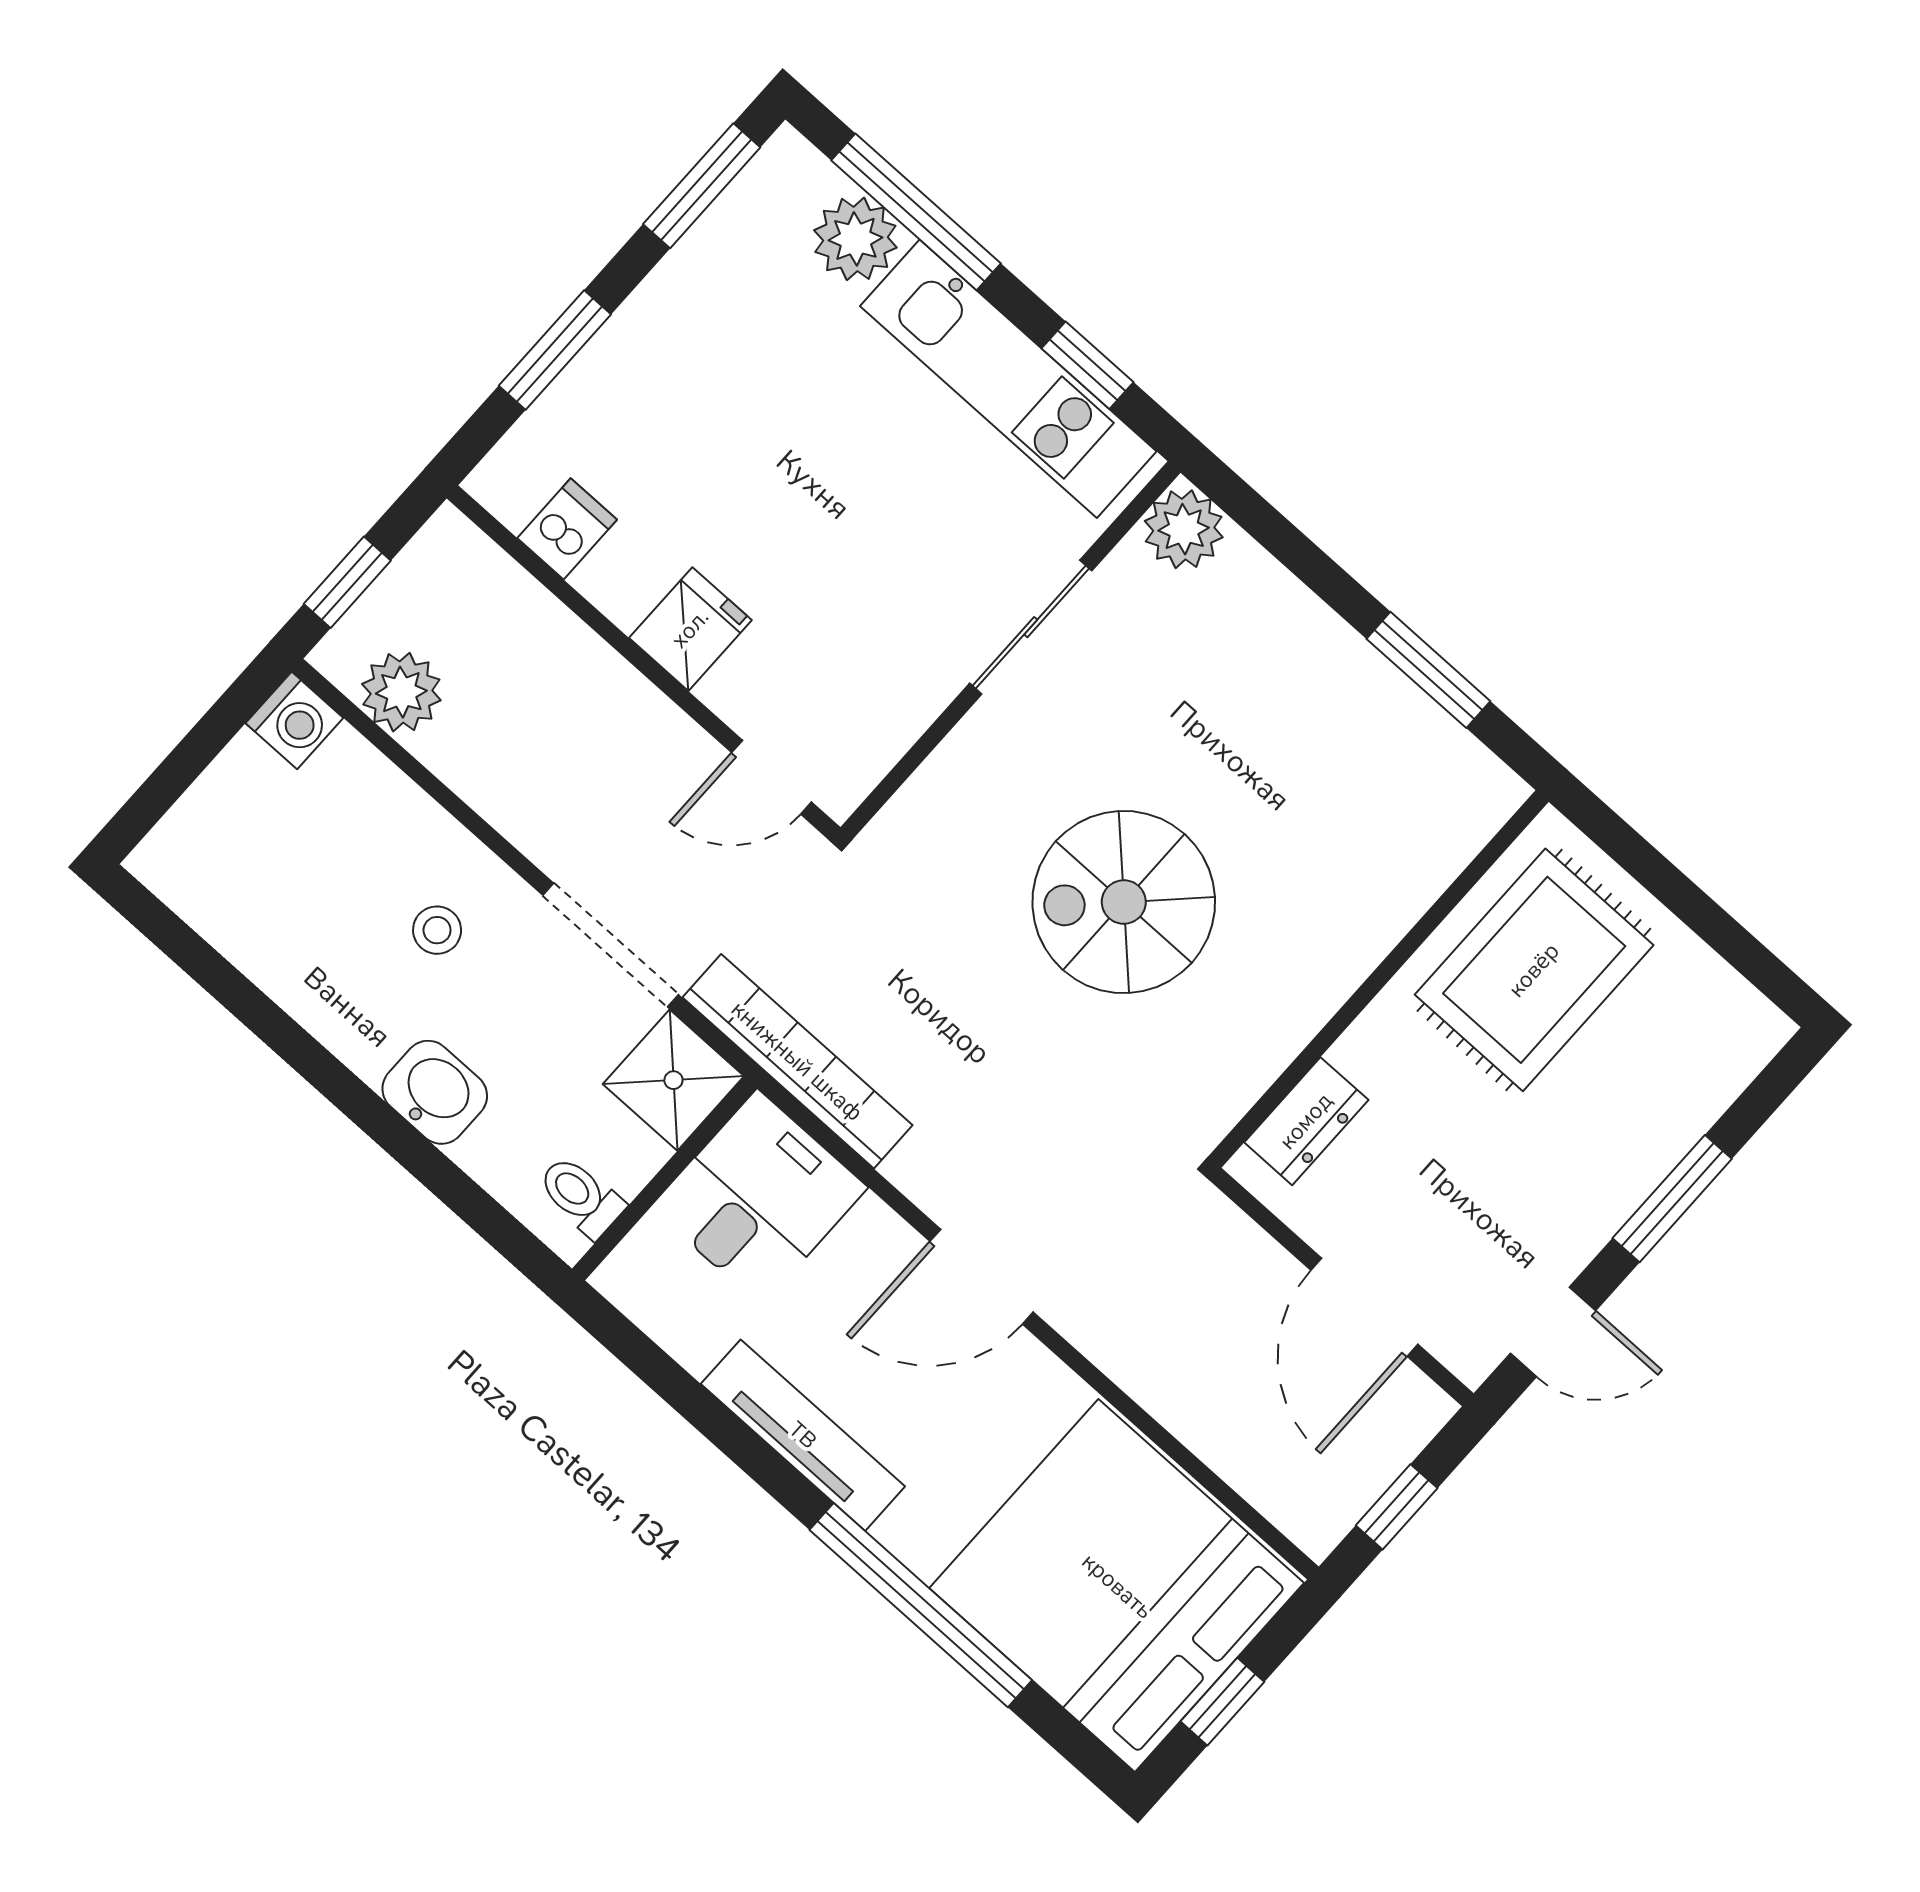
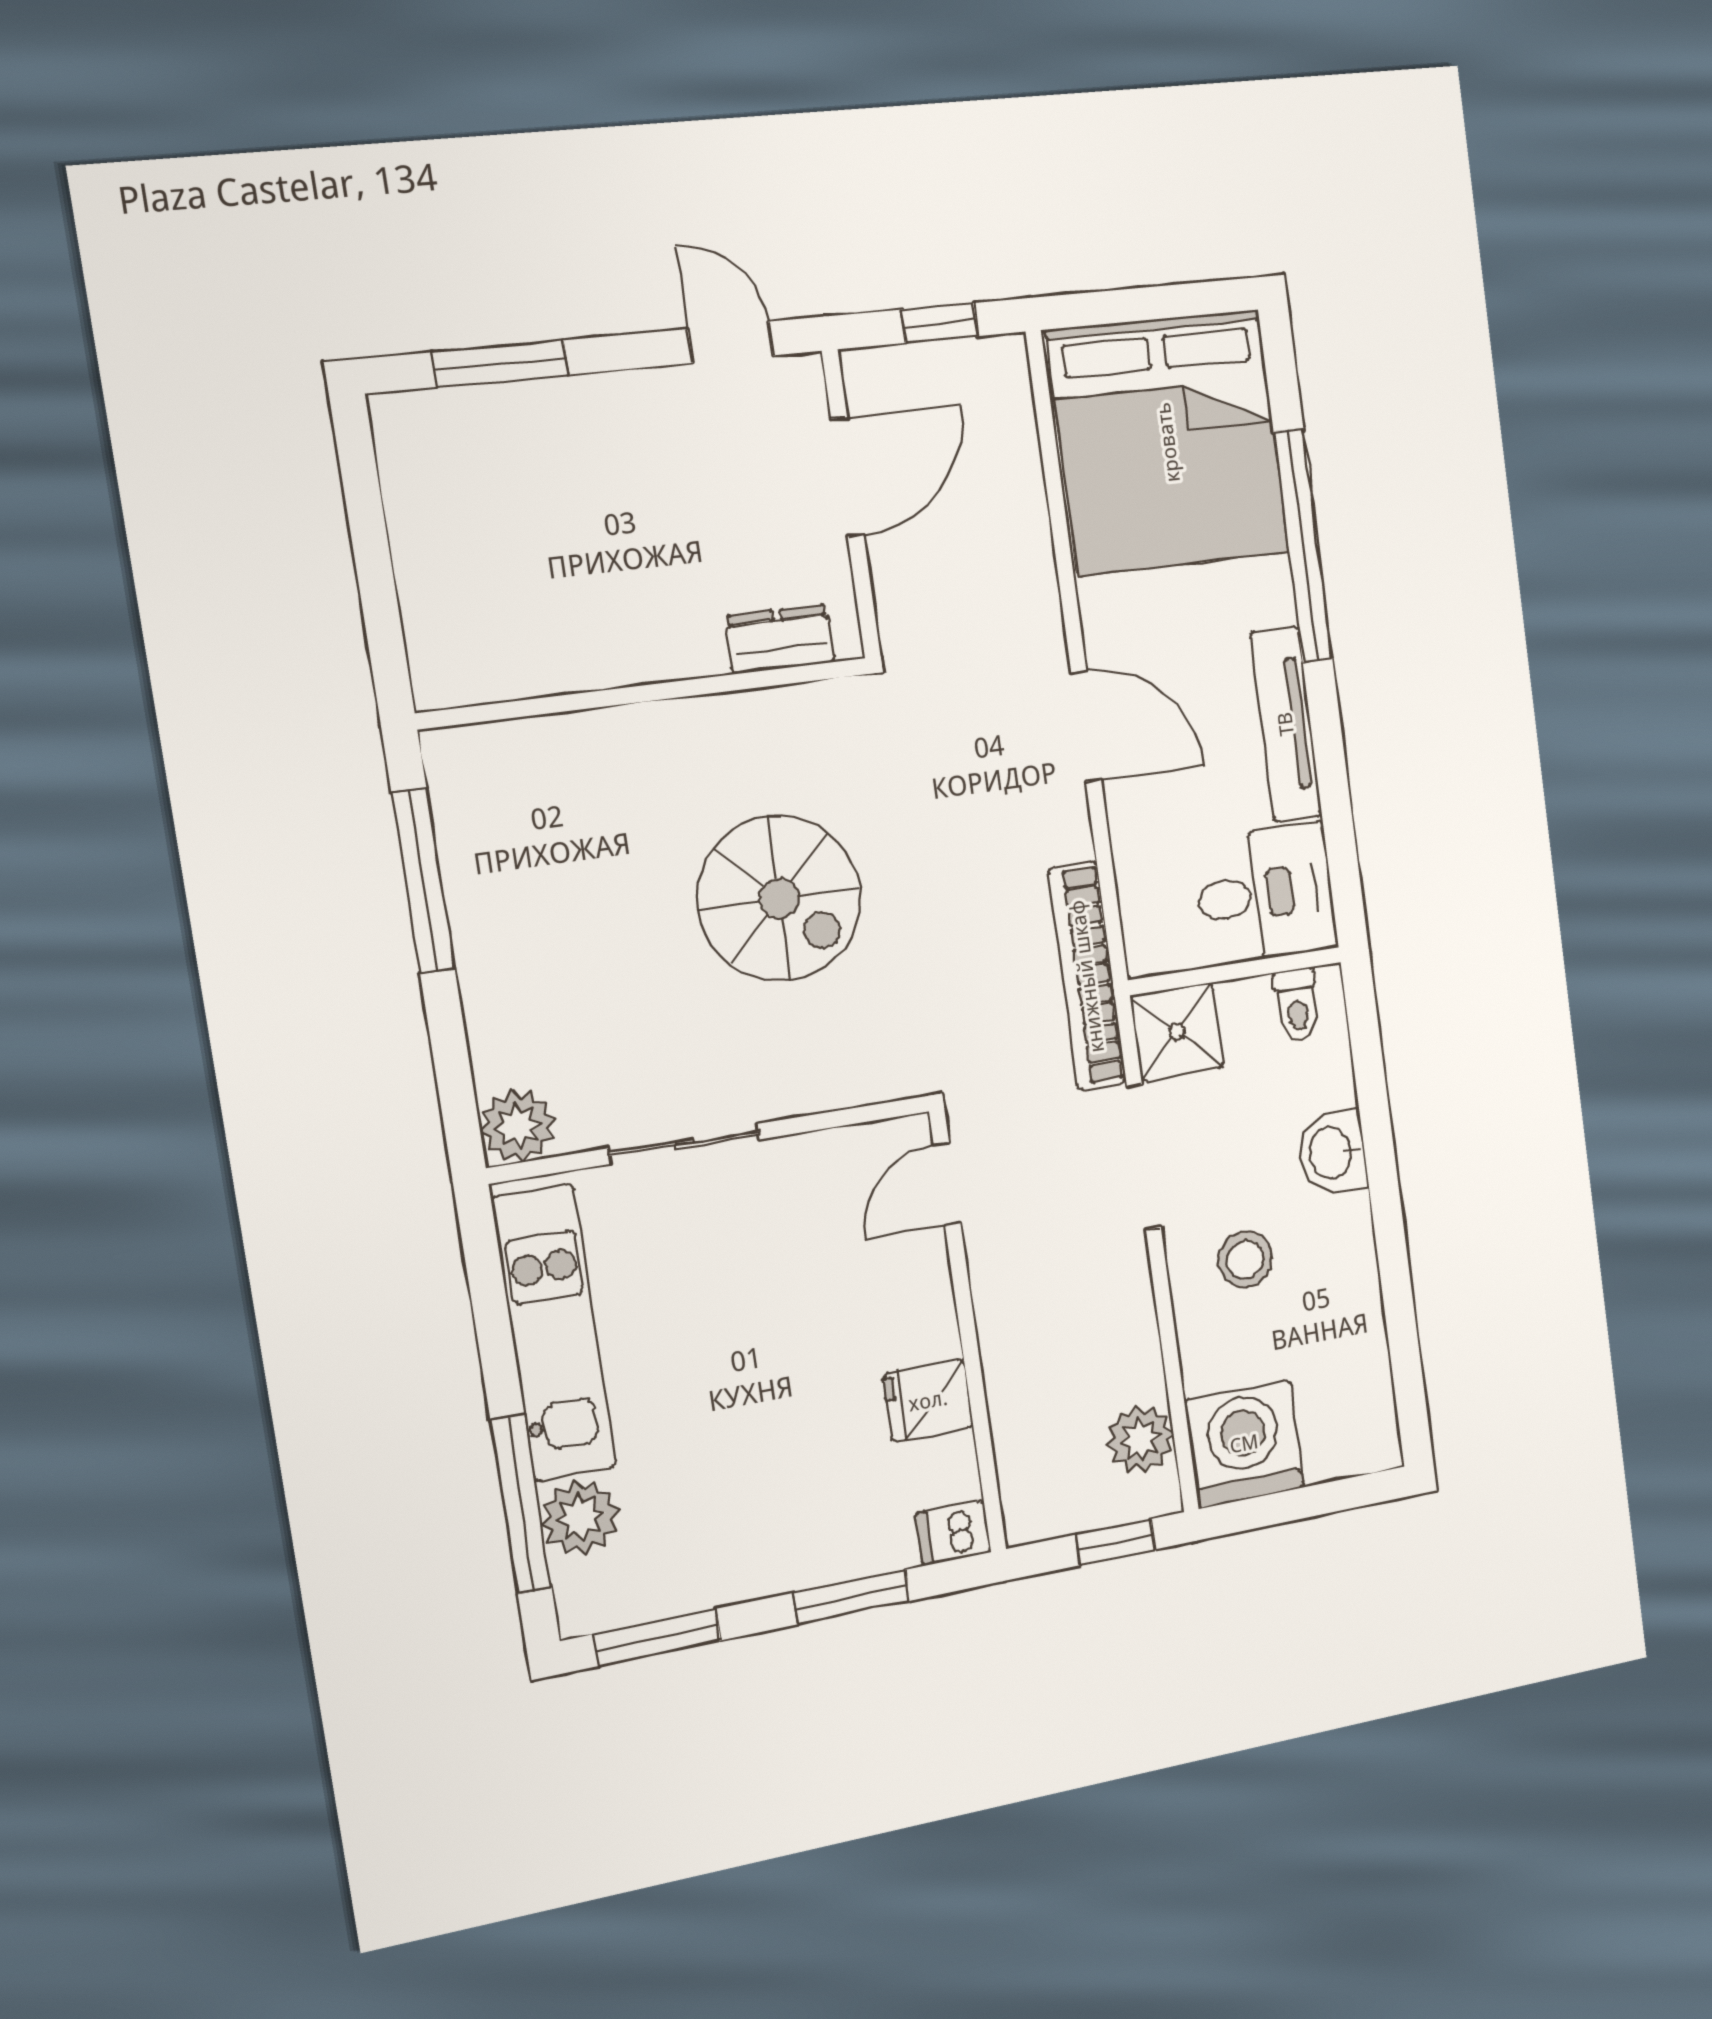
window: (1088, 365) -> (489, 1298), removed
dishwasher: (567, 529) -> (953, 1533), moved
fridge: (690, 629) -> (928, 1401), moved
window: (1428, 670) -> (423, 881), width x1.44
washing machine: (294, 721) -> (1244, 1444), width x1.89, depth x1.89
door: (772, 777) -> (947, 1184), swing flipped
stool: (437, 930) -> (1245, 1259), width x1.37, depth x1.37
rug: (1534, 970) -> (528, 604), removed
desk: (759, 1198) -> (1266, 894), moved, turned 180
window: (1672, 1199) -> (500, 364), moved
window: (1222, 1702) -> (1164, 302), removed

